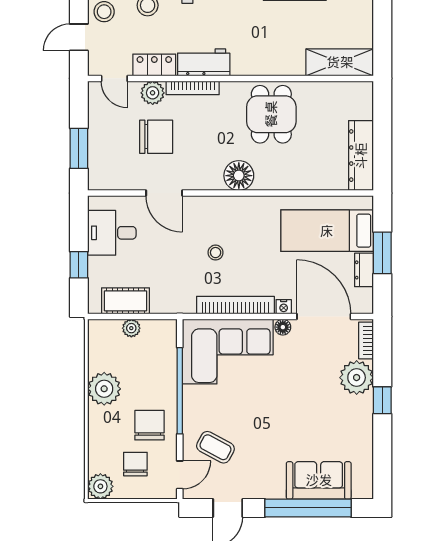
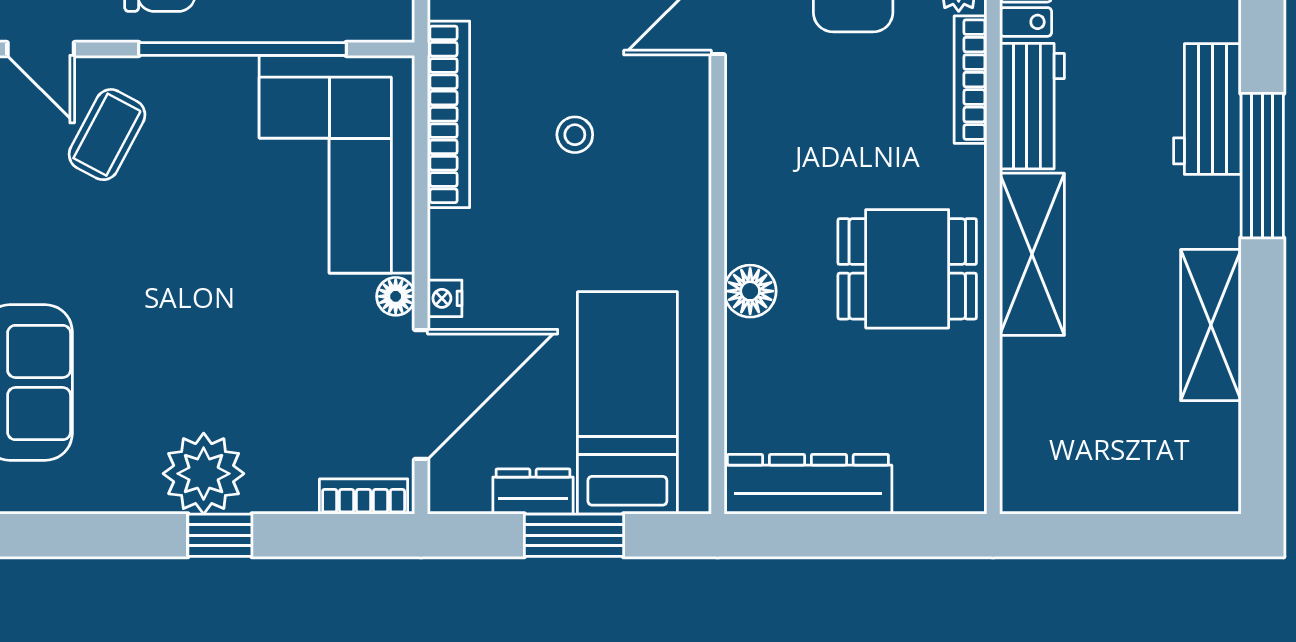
shelving: (340, 62) -> (1032, 254), moved
floor lamp: (239, 176) -> (750, 291), moved, width x0.73, depth x0.73
bookcase: (235, 305) -> (449, 114), moved
plant: (357, 378) -> (204, 474), moved

